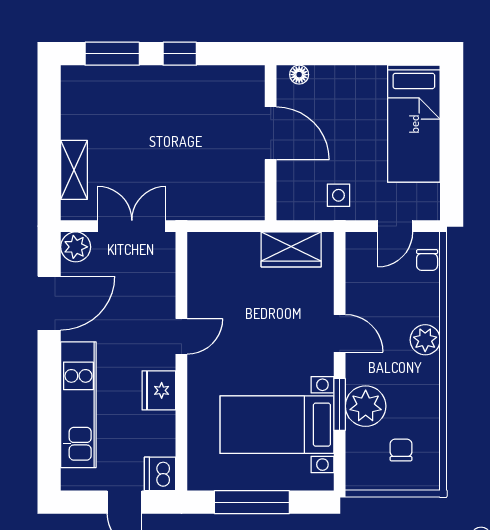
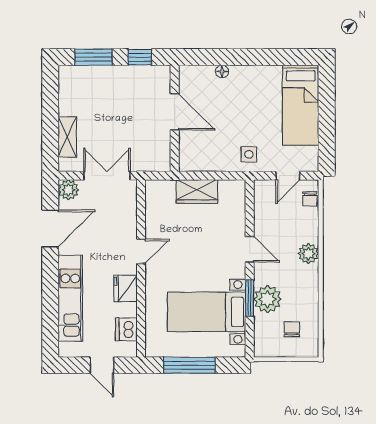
door: (271, 133) -> (175, 112), moved
wall: (271, 143) -> (175, 118), moved
wardrobe: (291, 249) -> (197, 192), moved
dishwasher: (160, 474) -> (126, 329), moved

